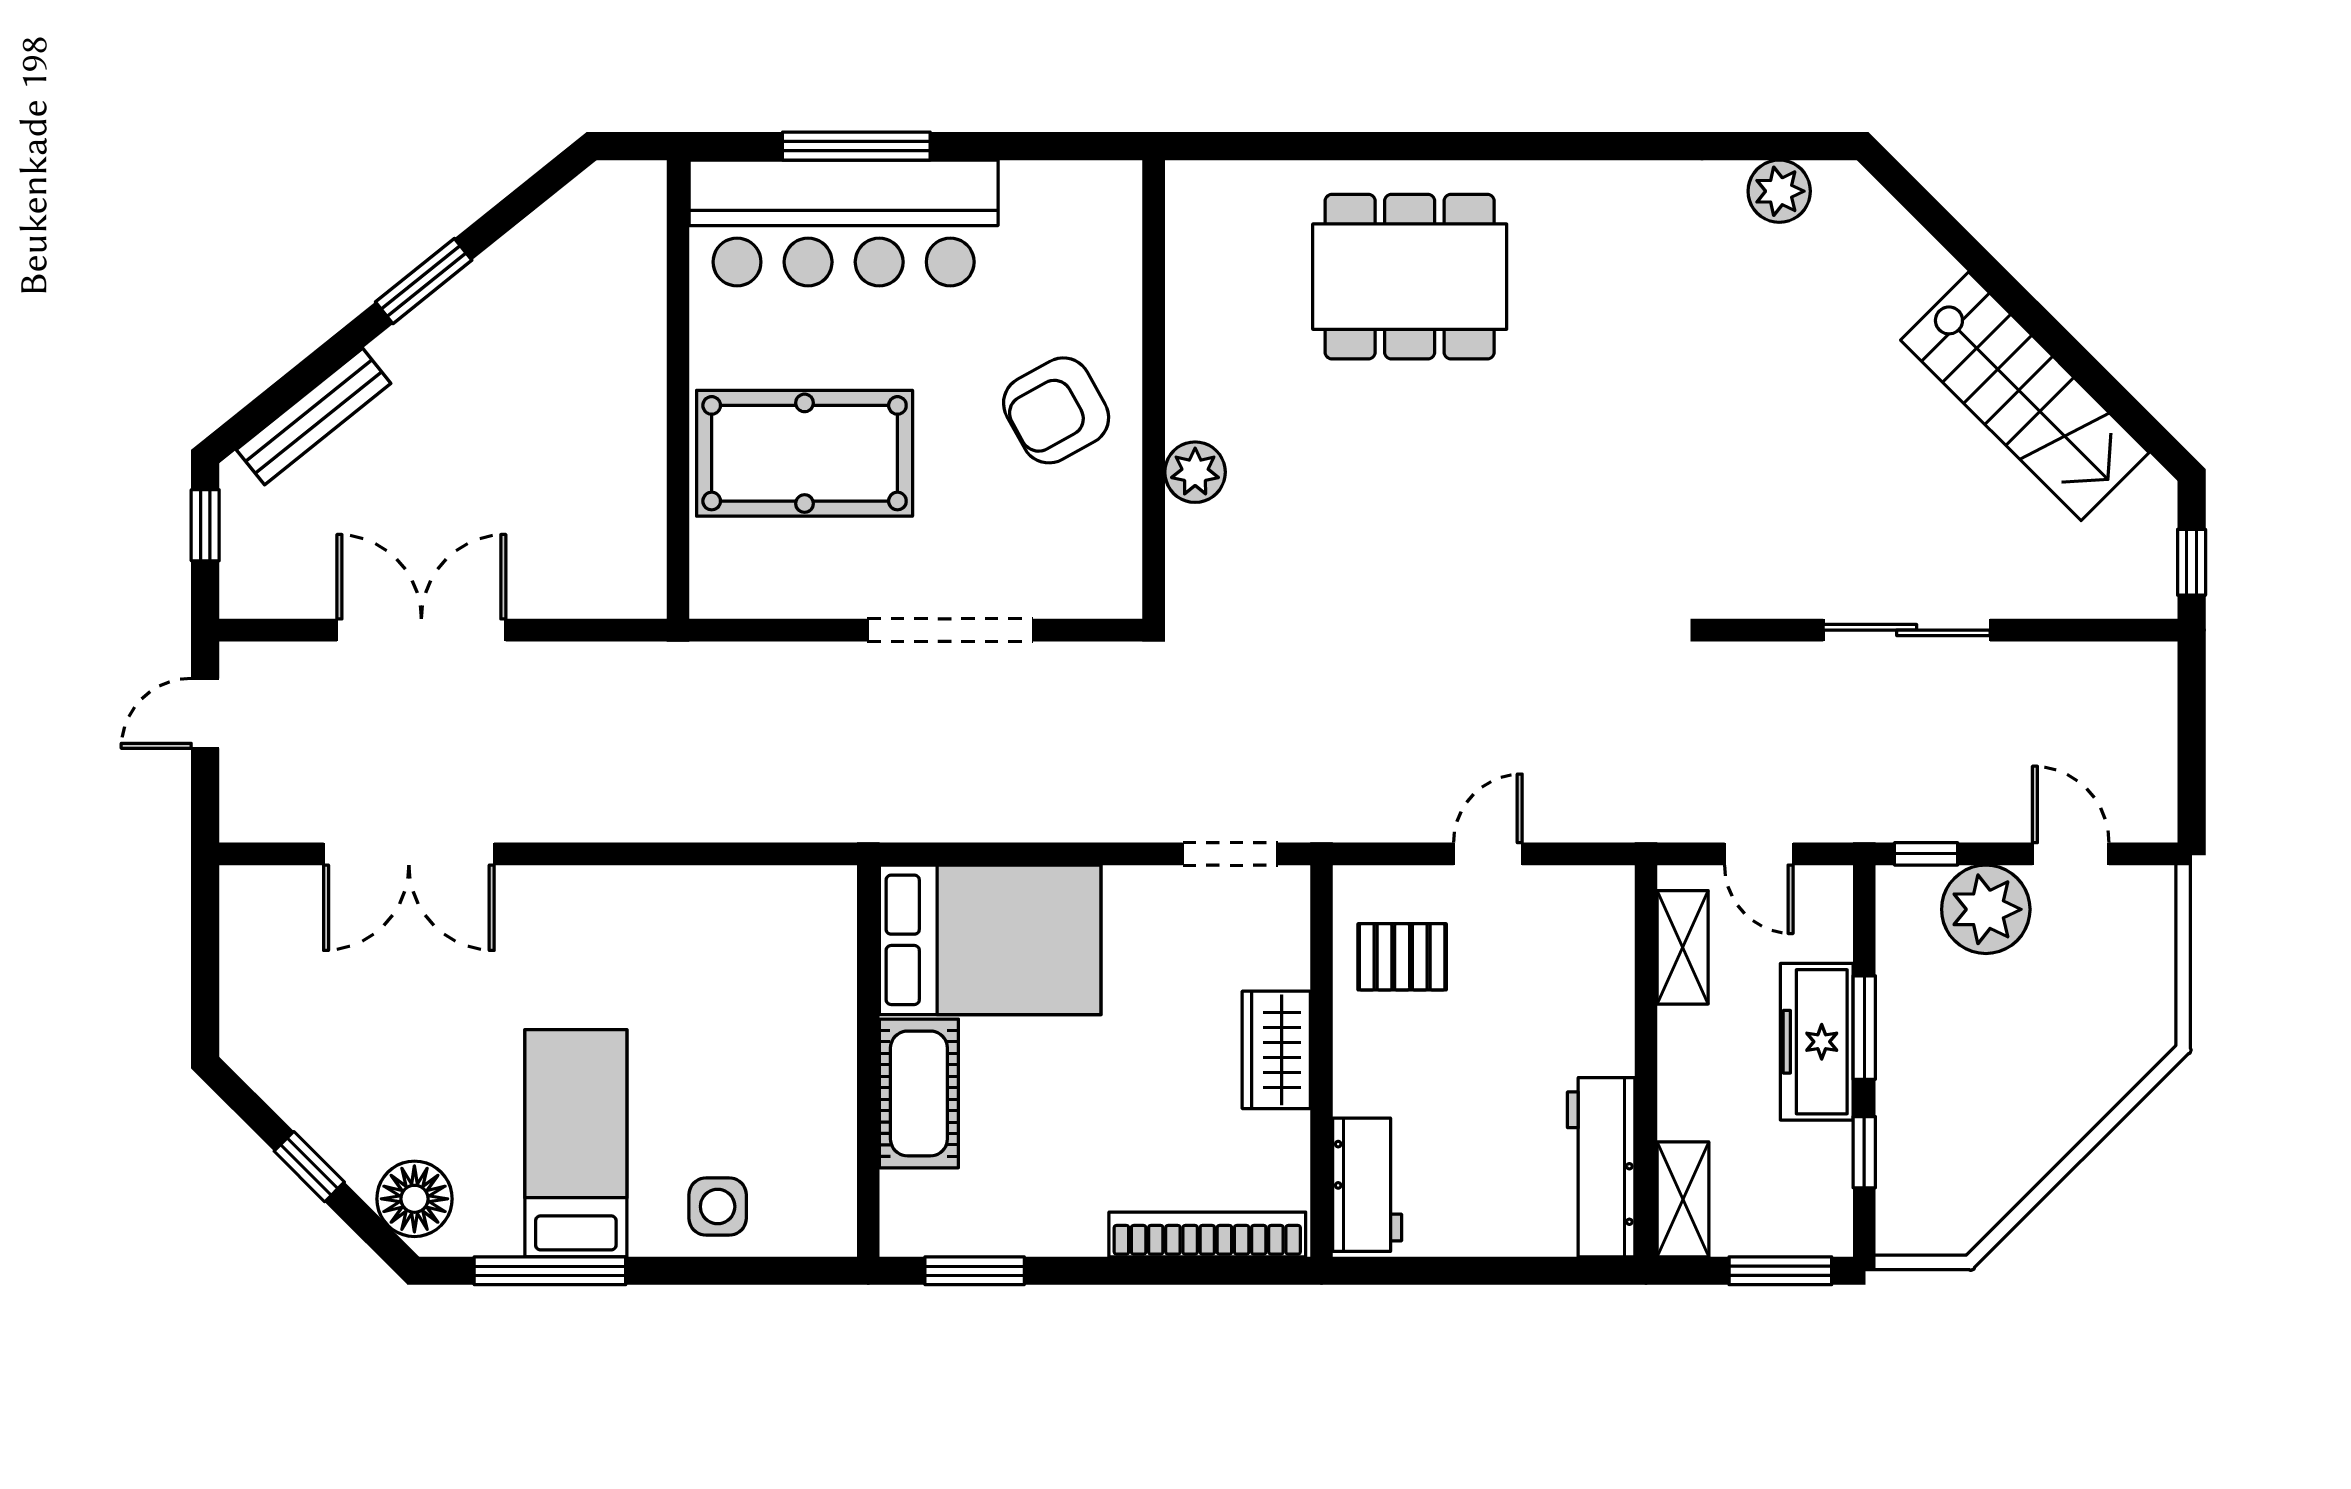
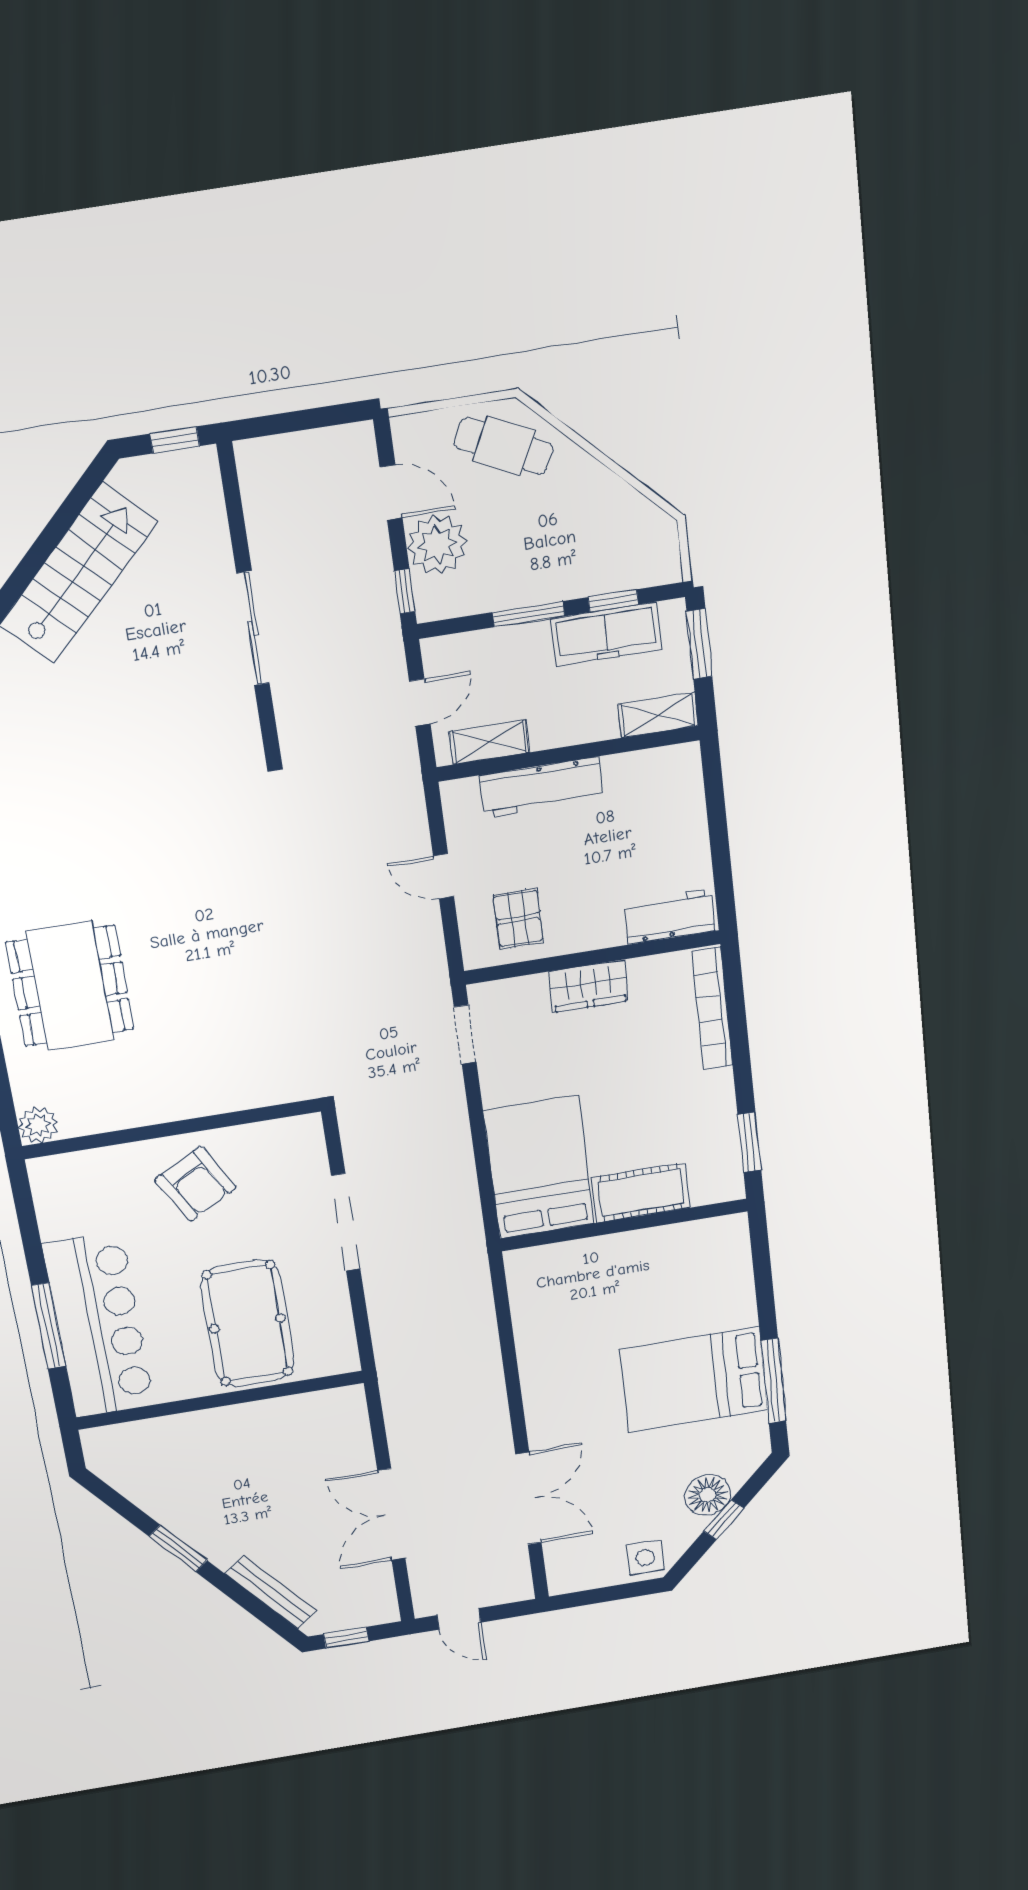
plant: (1195, 472) -> (38, 1125), moved
door: (2071, 854) -> (391, 492), swing flipped
cafe table: (2112, 1021) -> (504, 446), added
freezer: (1817, 1042) -> (606, 634), moved
bed: (576, 1143) -> (694, 1380), width x1.50
workbench: (1601, 1167) -> (542, 787), moved
floor lamp: (414, 1199) -> (708, 1495), moved
side table: (718, 1207) -> (645, 1558), moved

